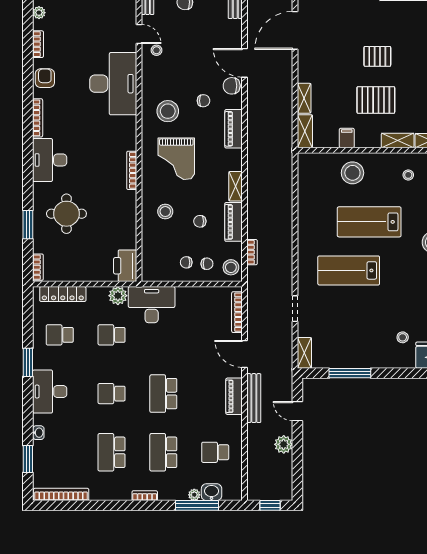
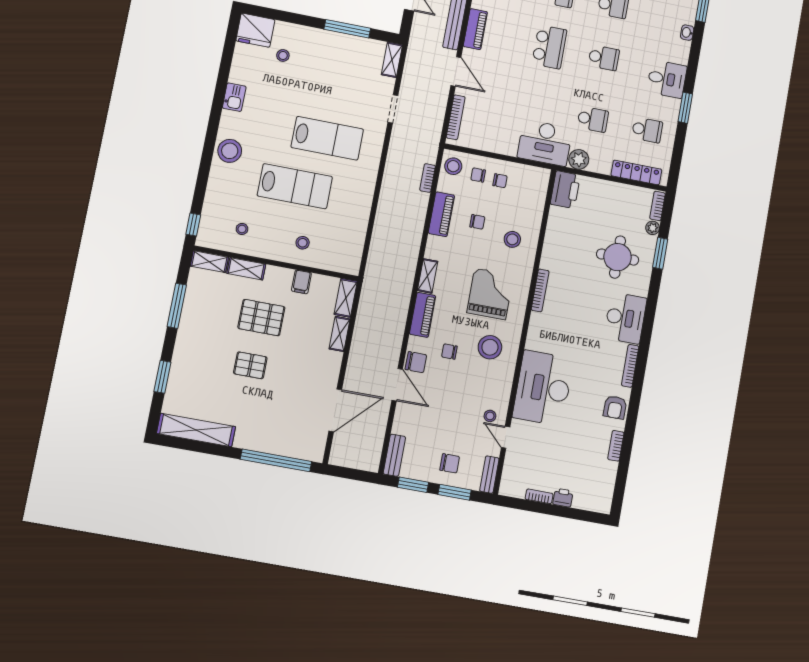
plant: (39, 13) -> (653, 228), moved
stool: (352, 173) -> (303, 243), width x0.53, depth x0.53
shelving: (236, 186) -> (428, 276), moved
desk: (50, 392) -> (667, 79), width x0.73

